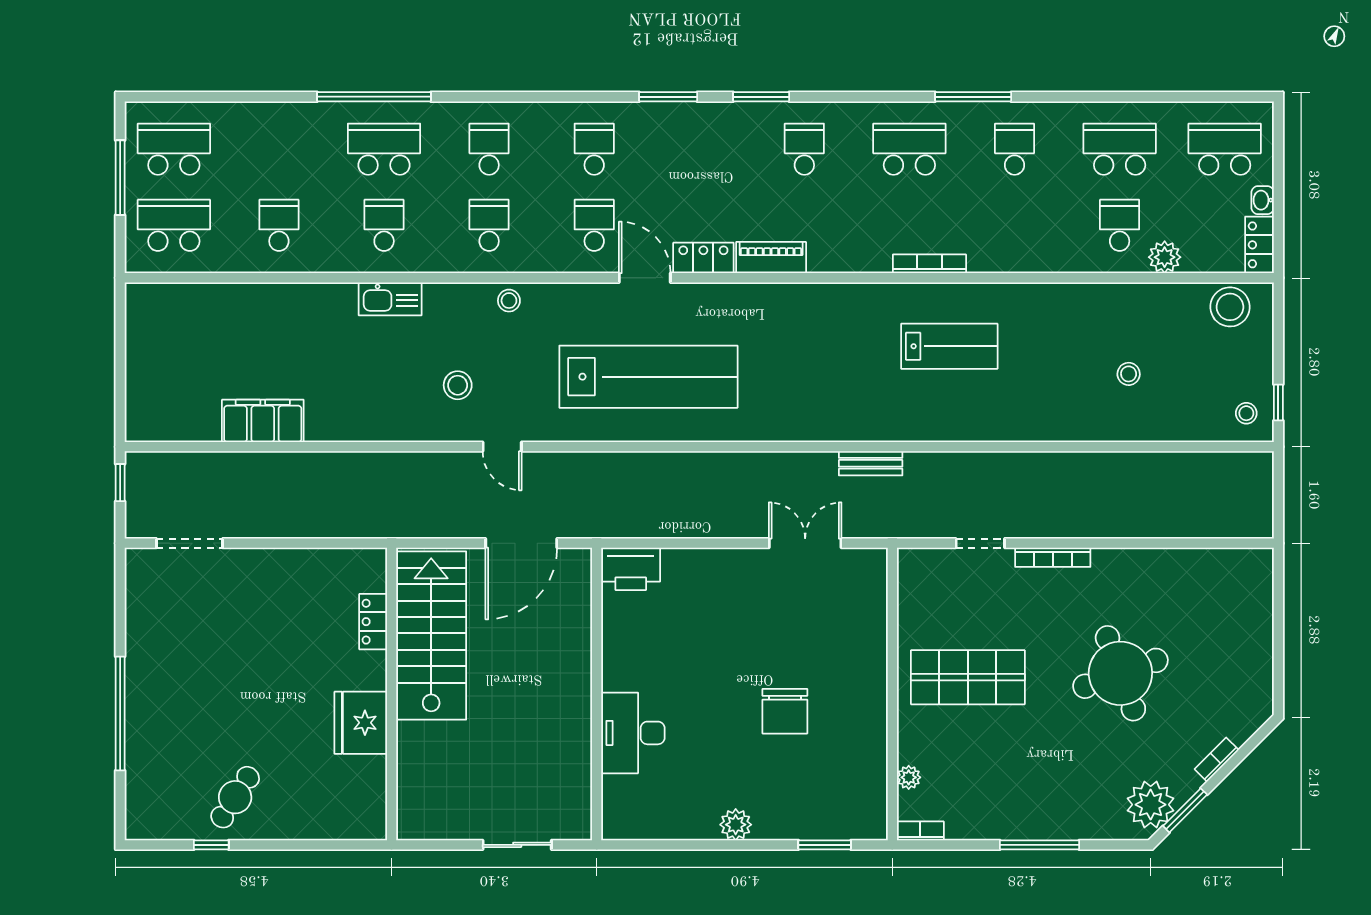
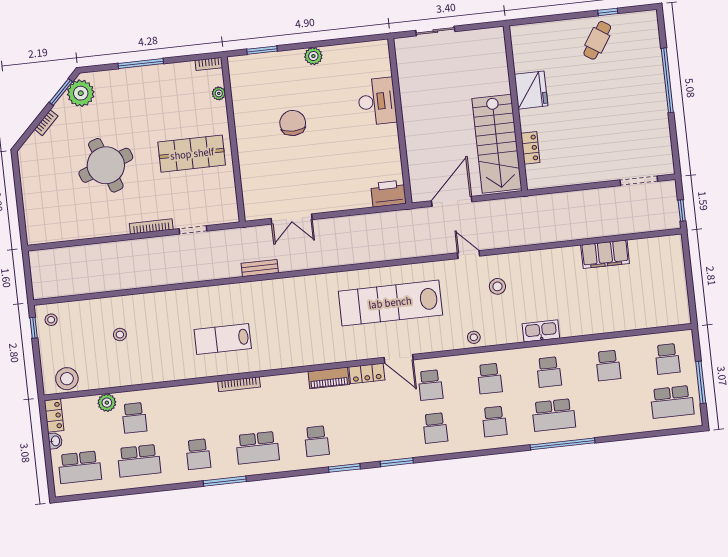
school desk: (174, 225) -> (667, 359), width x0.54

